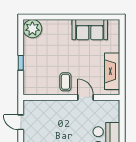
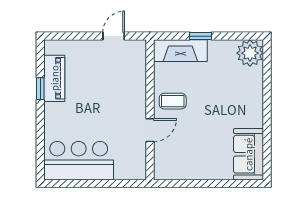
sofa: (90, 30) -> (248, 154), moved
fireplace: (112, 71) -> (180, 51), moved, turned 180

